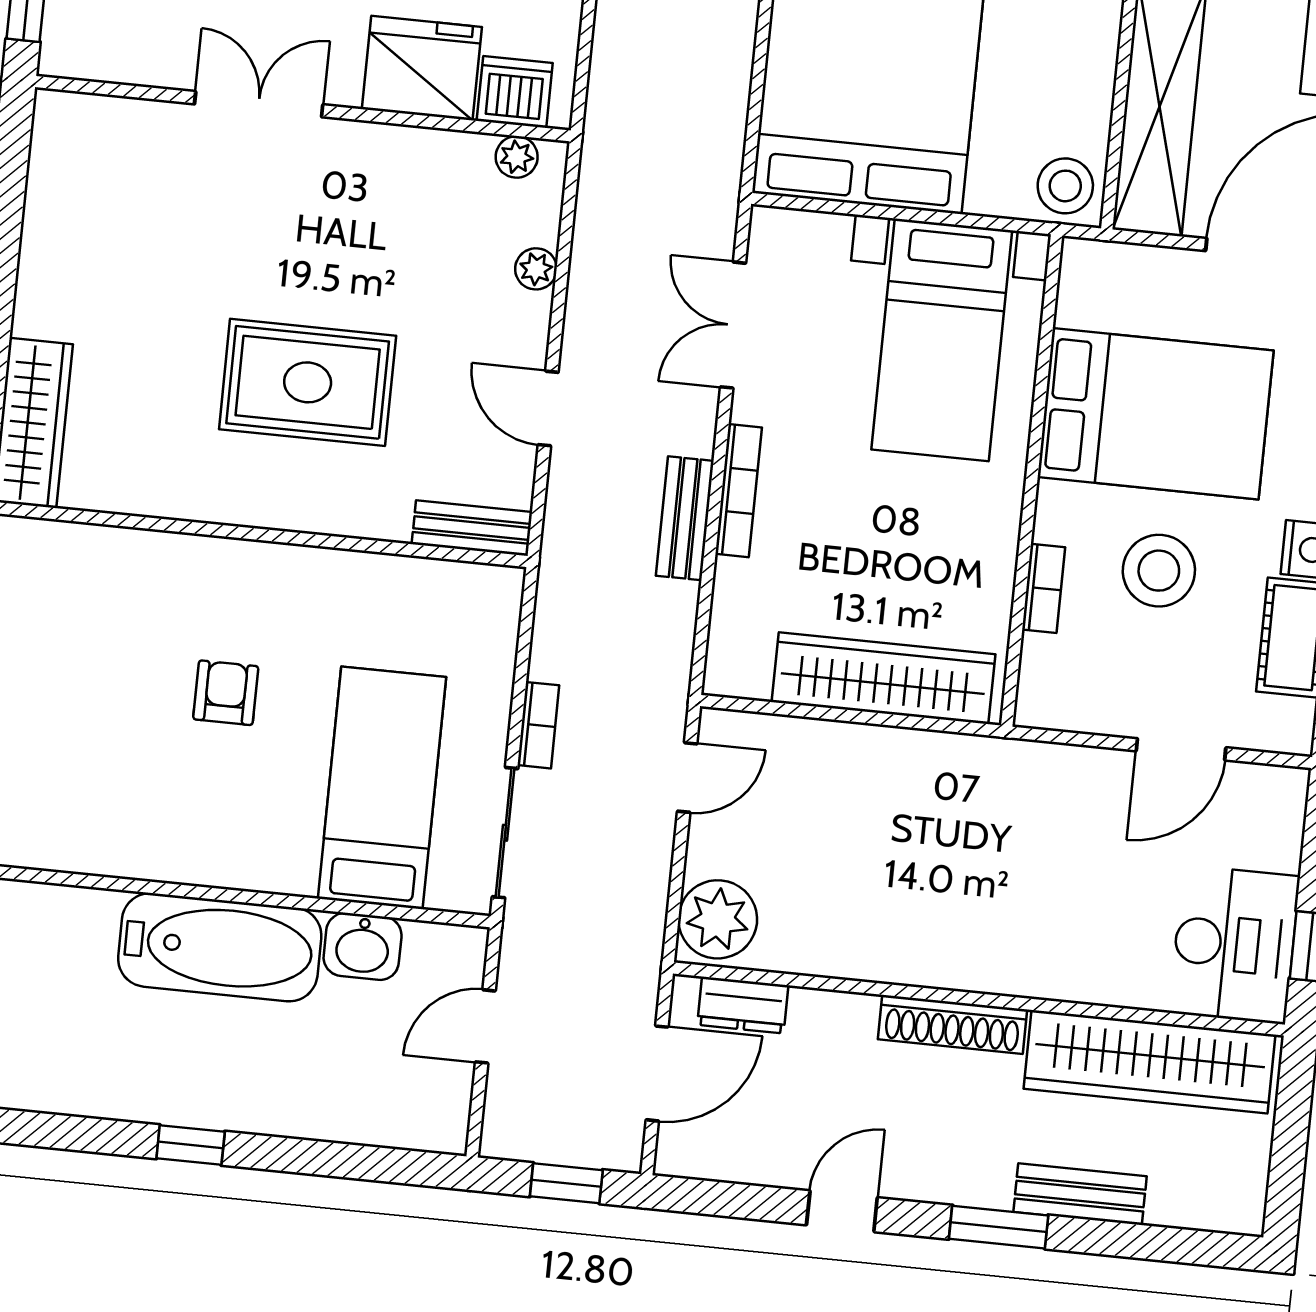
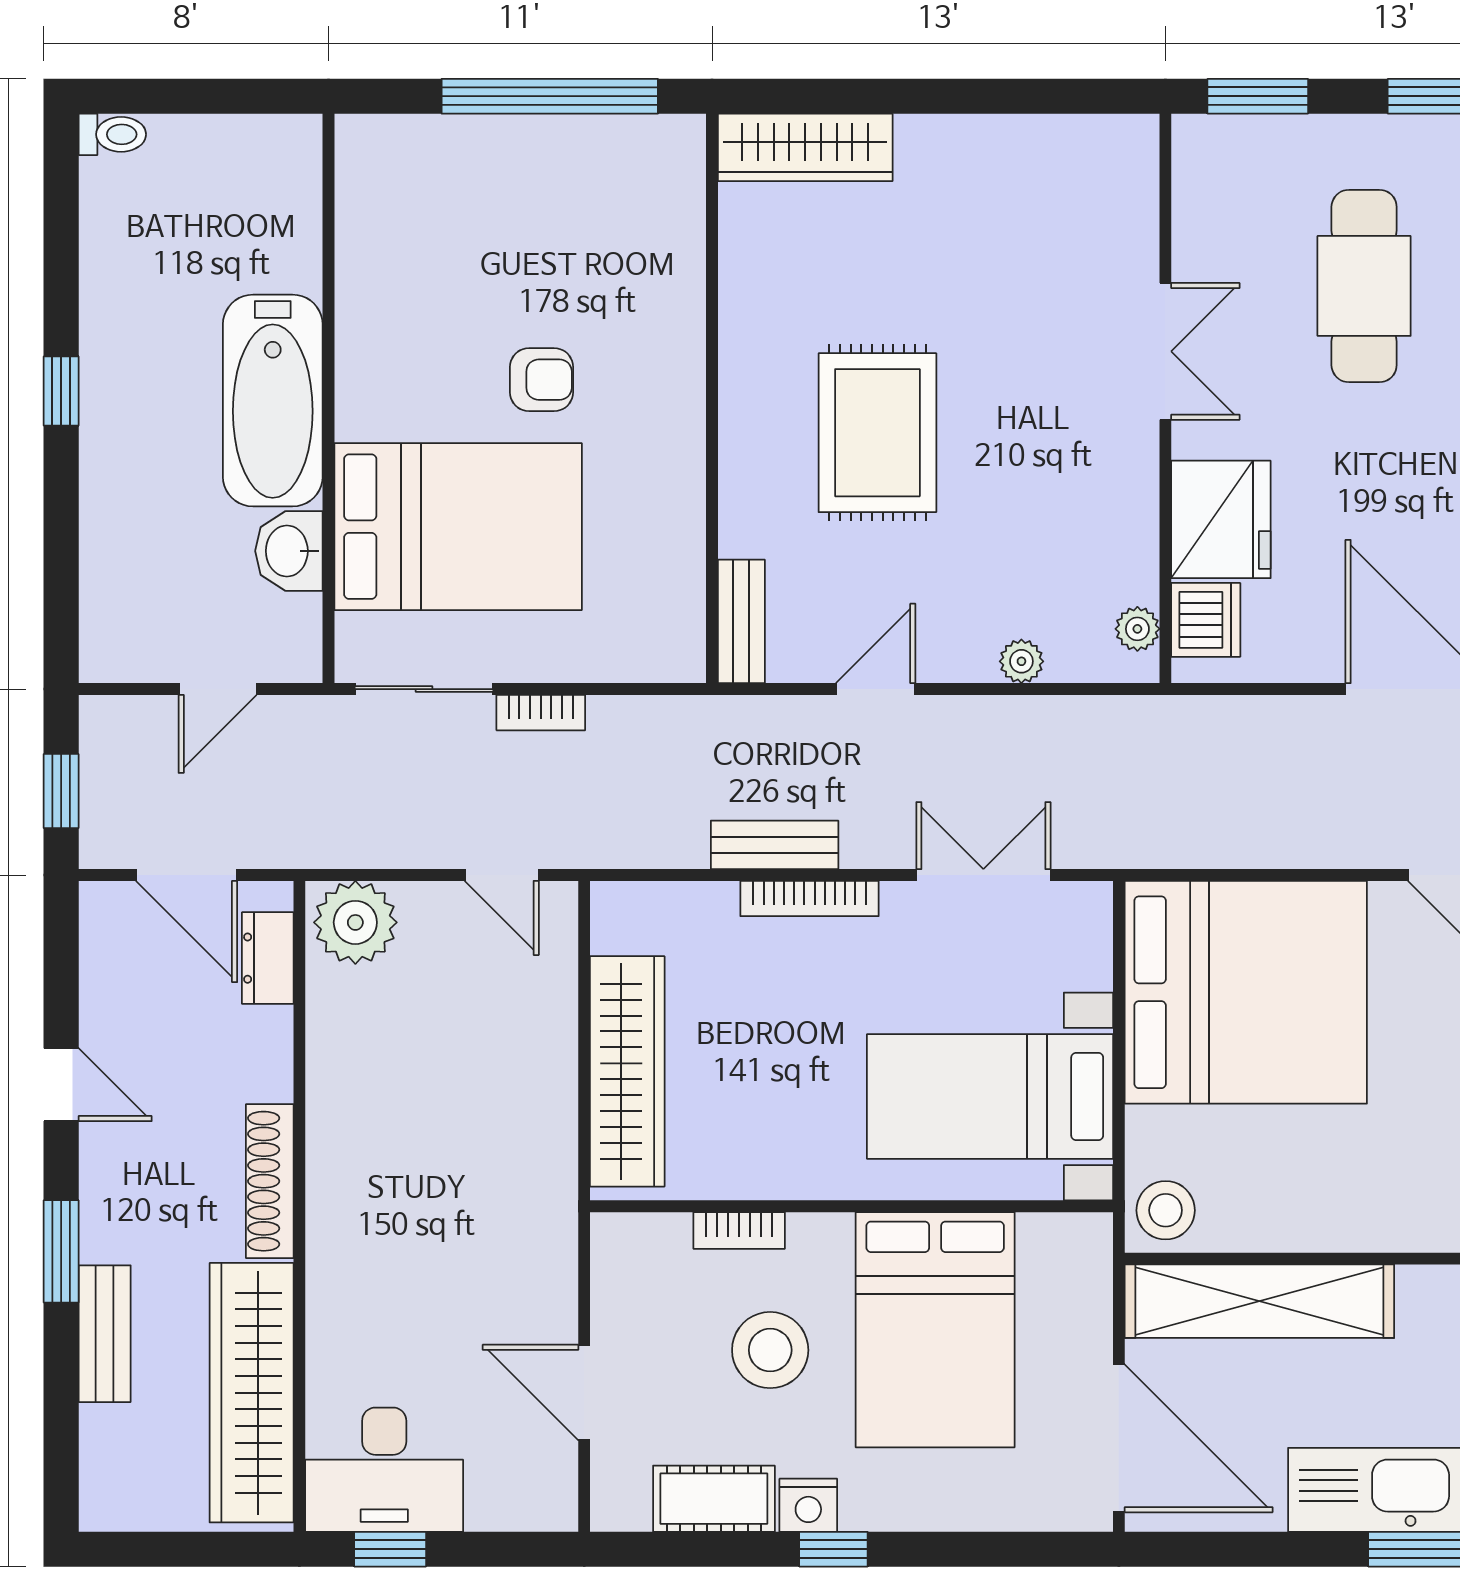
bed: (382, 788) -> (458, 527), width x1.50
door: (485, 1026) -> (218, 689), swing flipped

